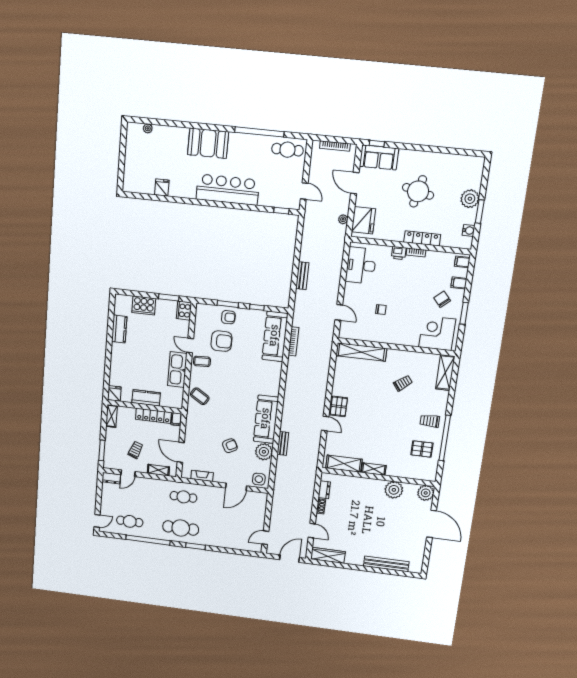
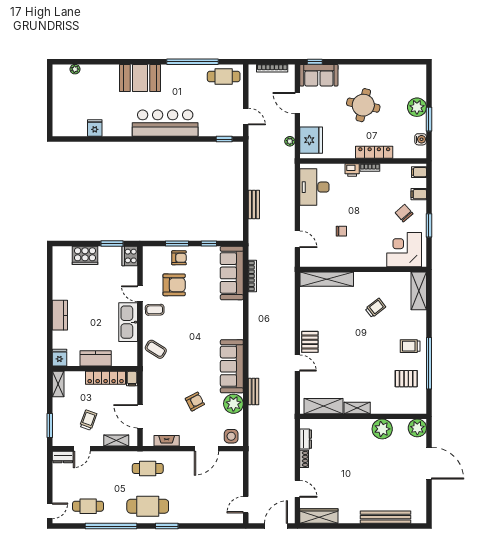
kitchen counter: (119, 329) -> (60, 315), moved

